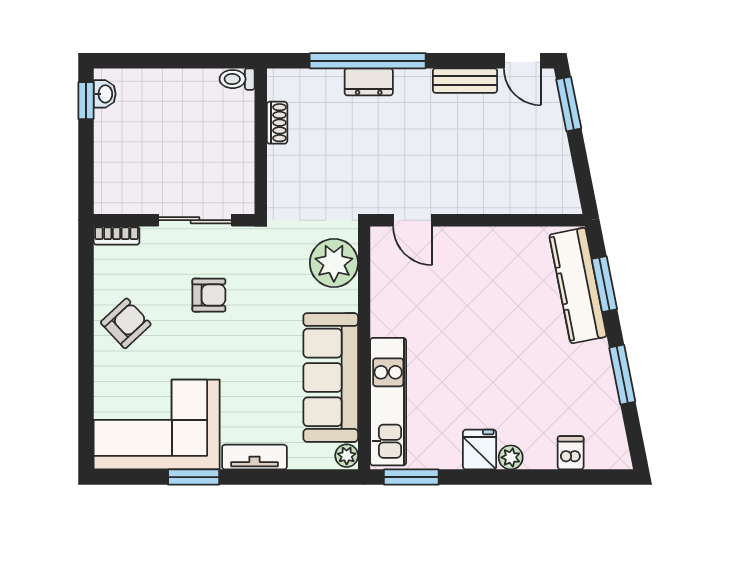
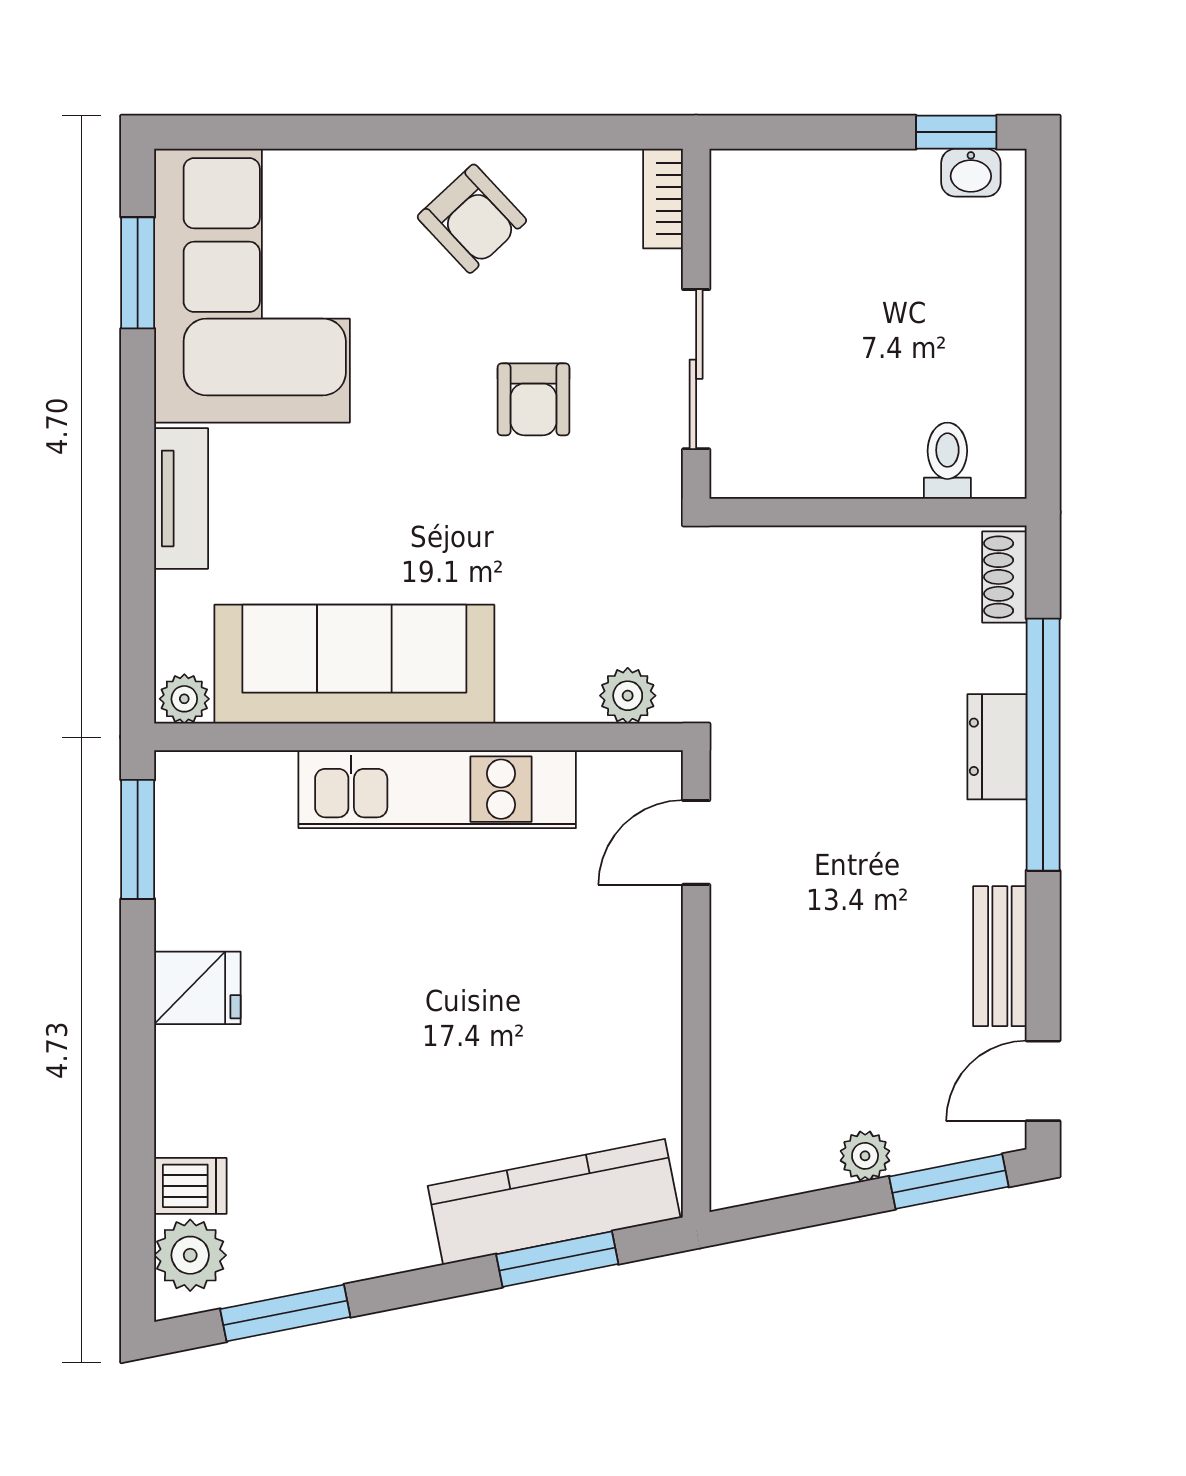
toilet: (237, 79) -> (947, 461), moved
shoe rack: (277, 123) -> (1004, 577), moved, turned 90
plant: (557, 143) -> (865, 1156), added
plant: (334, 263) -> (628, 696), width x0.53, depth x0.53
window: (622, 375) -> (285, 1313), moved
kitchen unit: (388, 402) -> (437, 789), moved
plant: (511, 457) -> (190, 1255), moved, width x1.38, depth x1.38
window: (194, 477) -> (138, 273), moved

